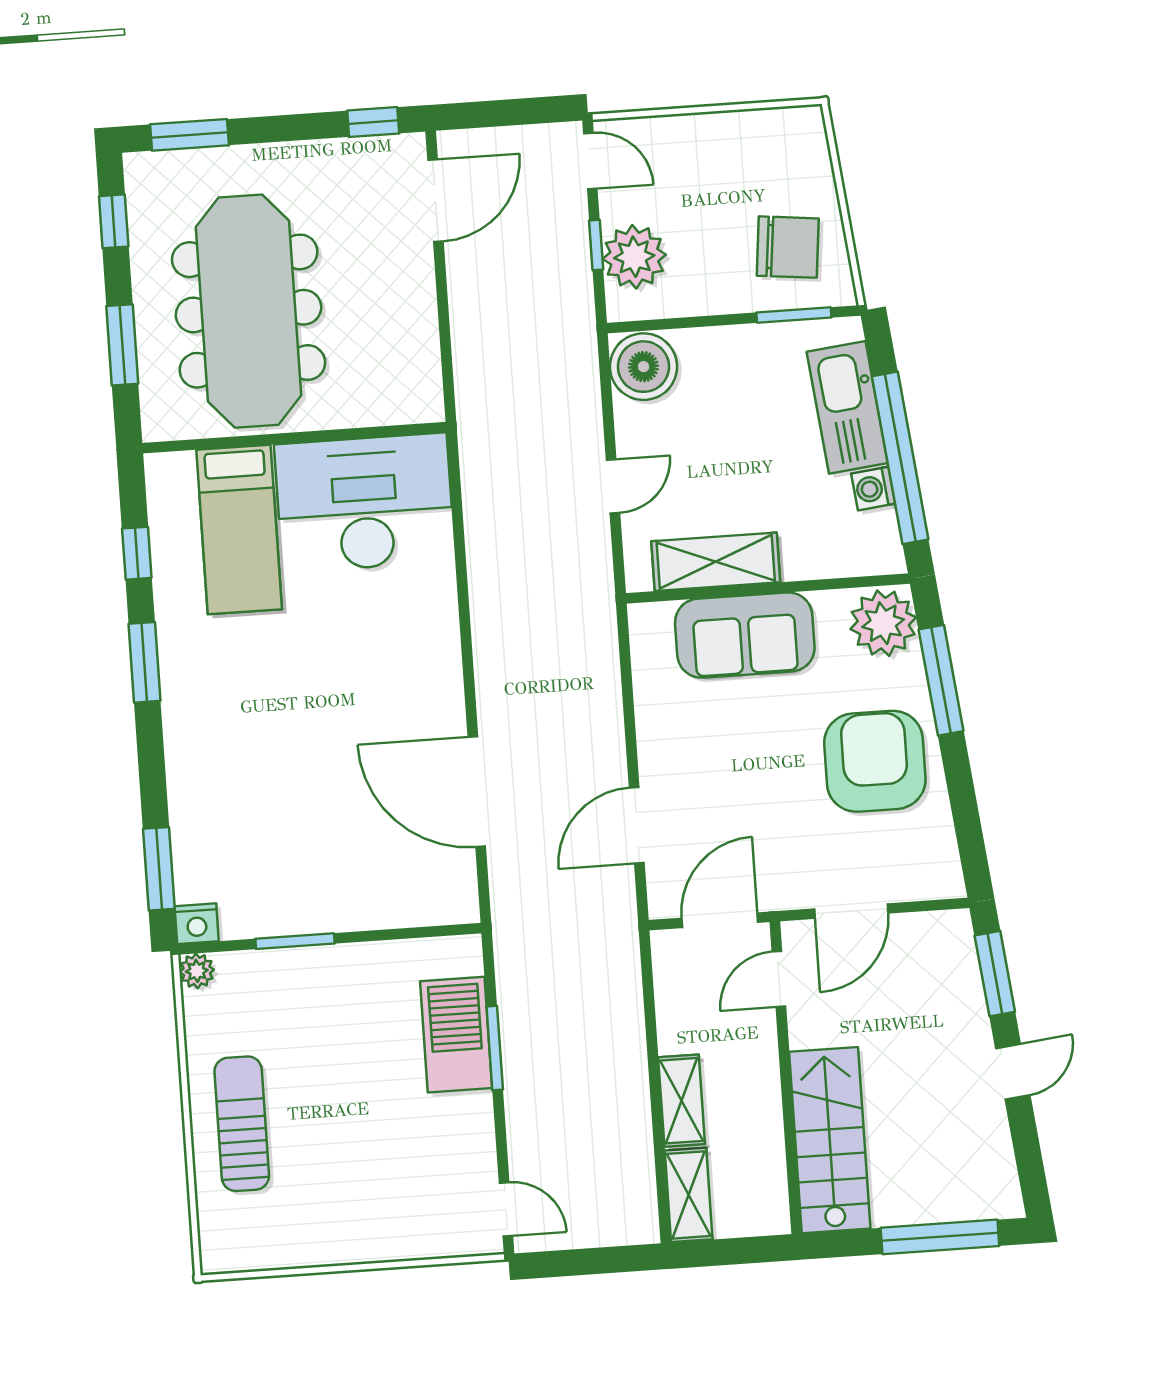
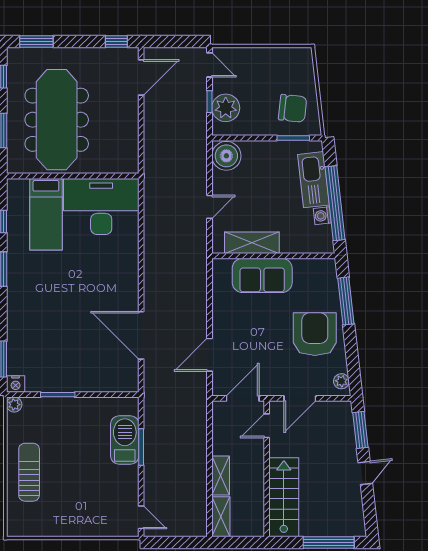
plant: (883, 623) -> (341, 381), moved, width x0.53, depth x0.53

